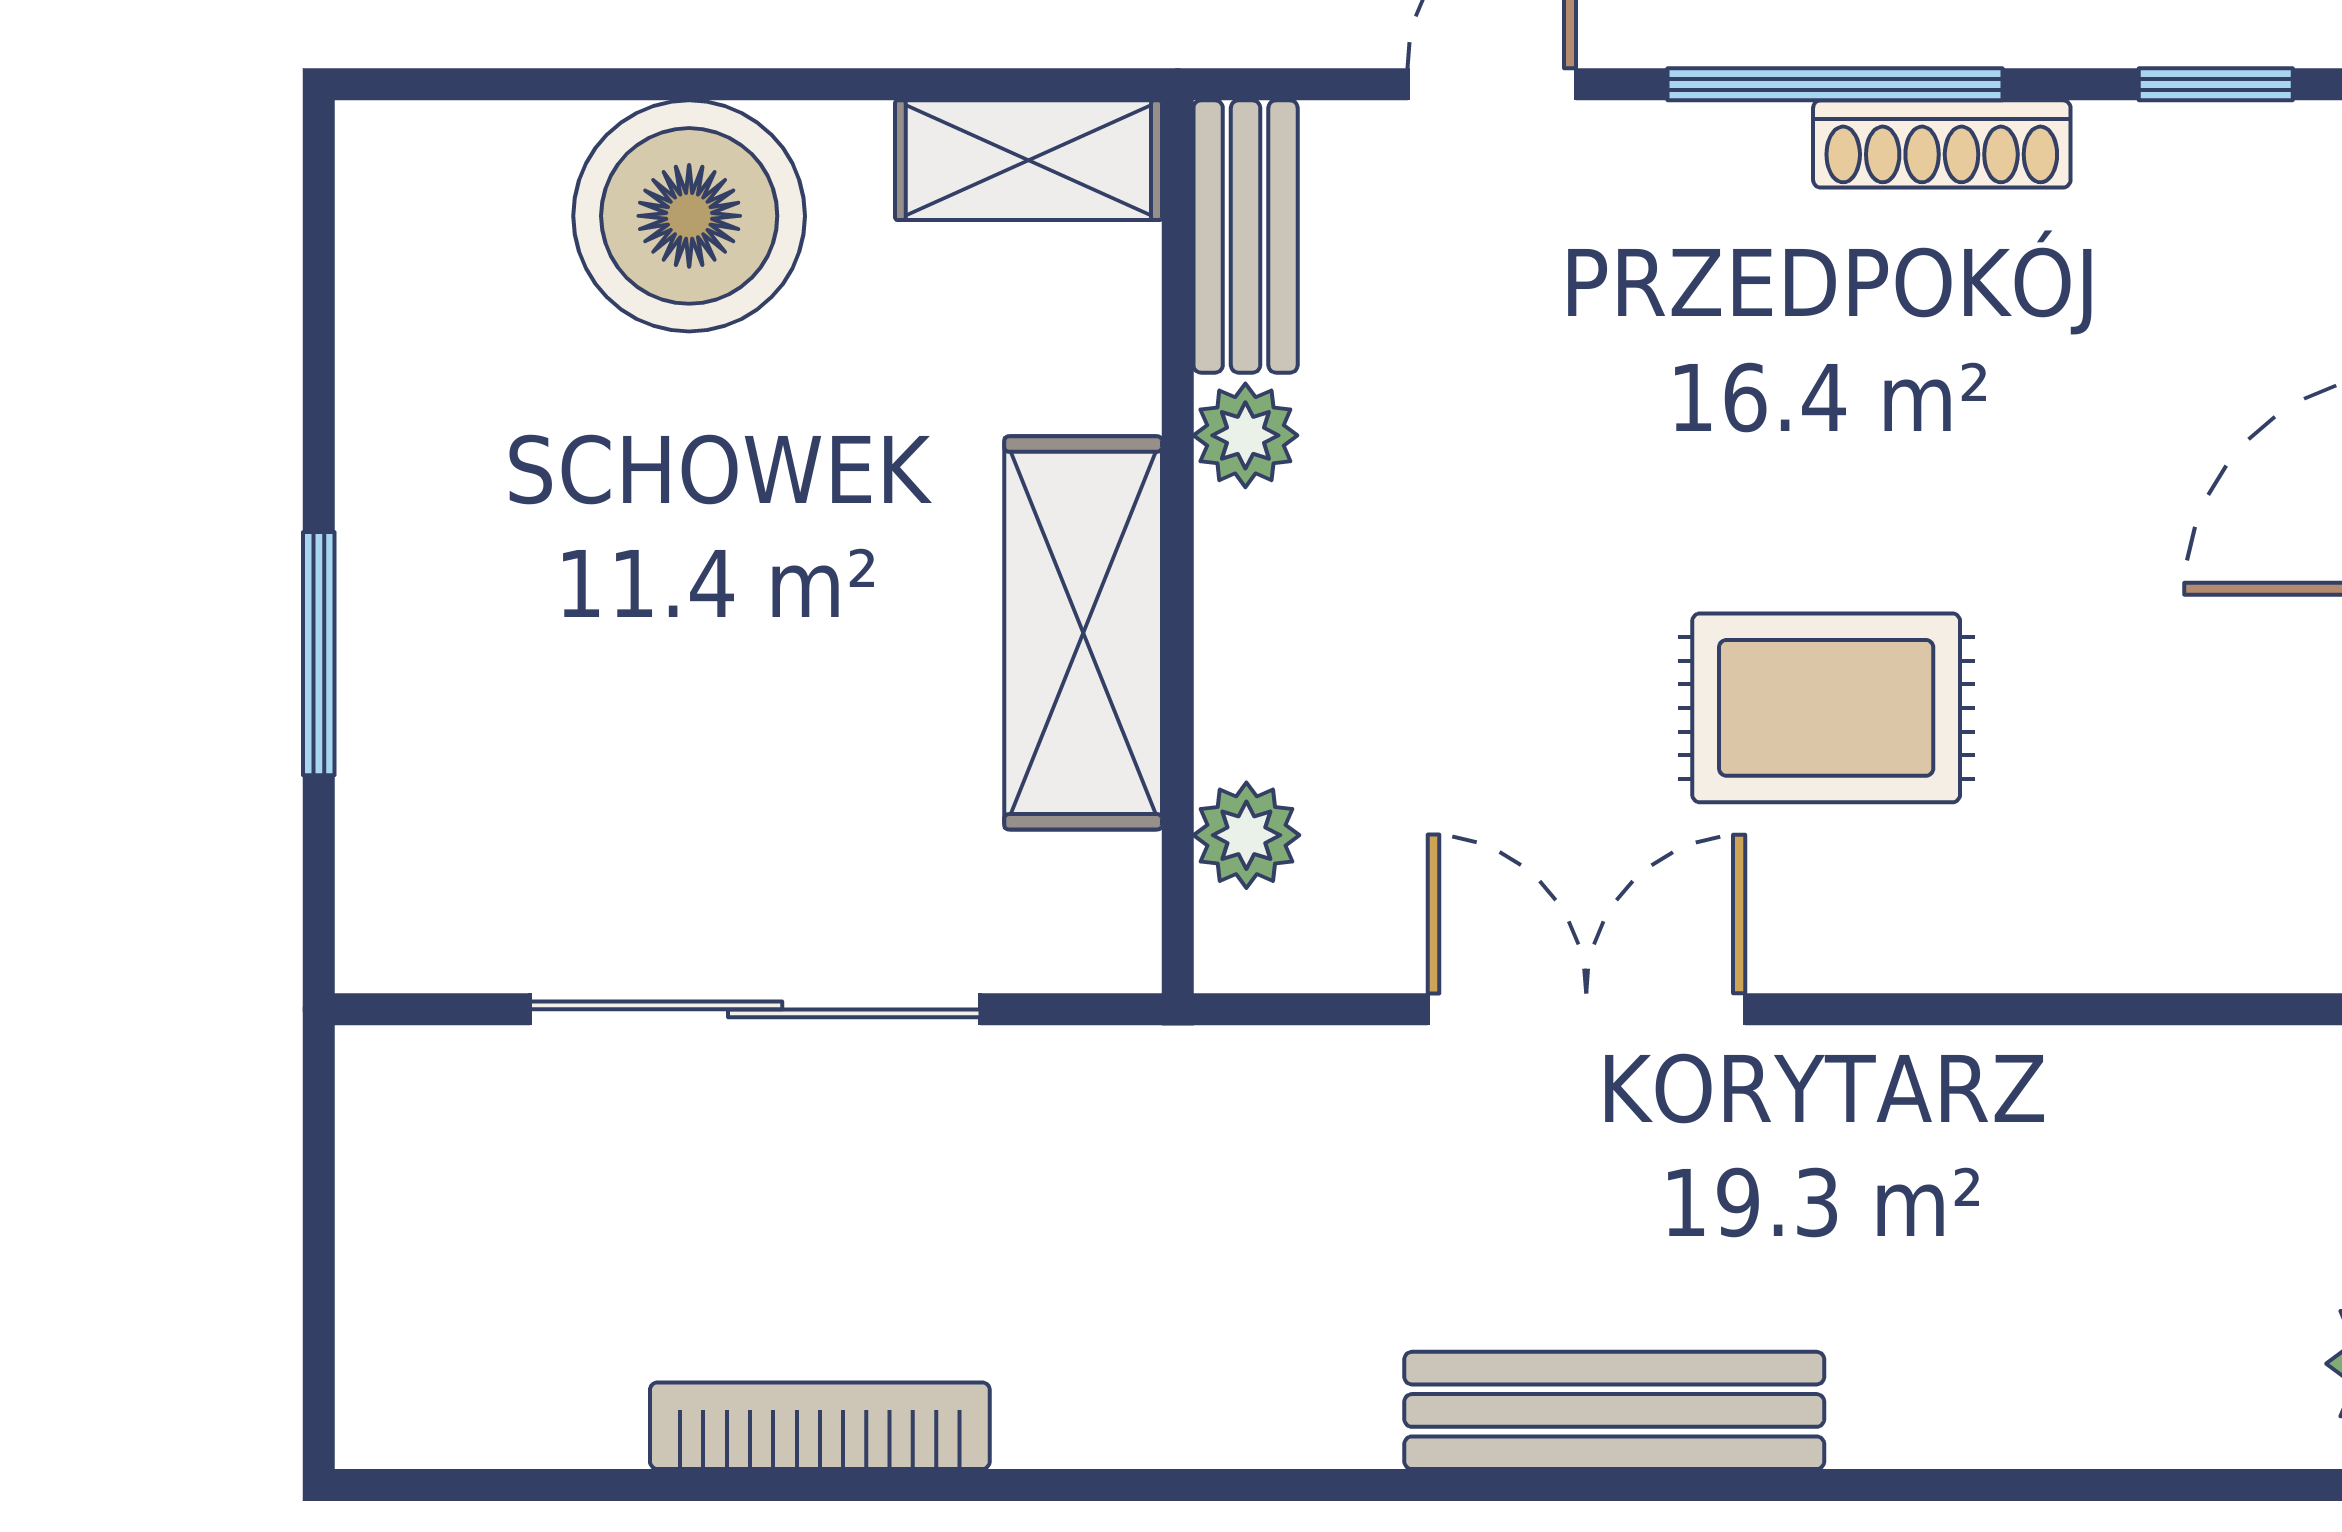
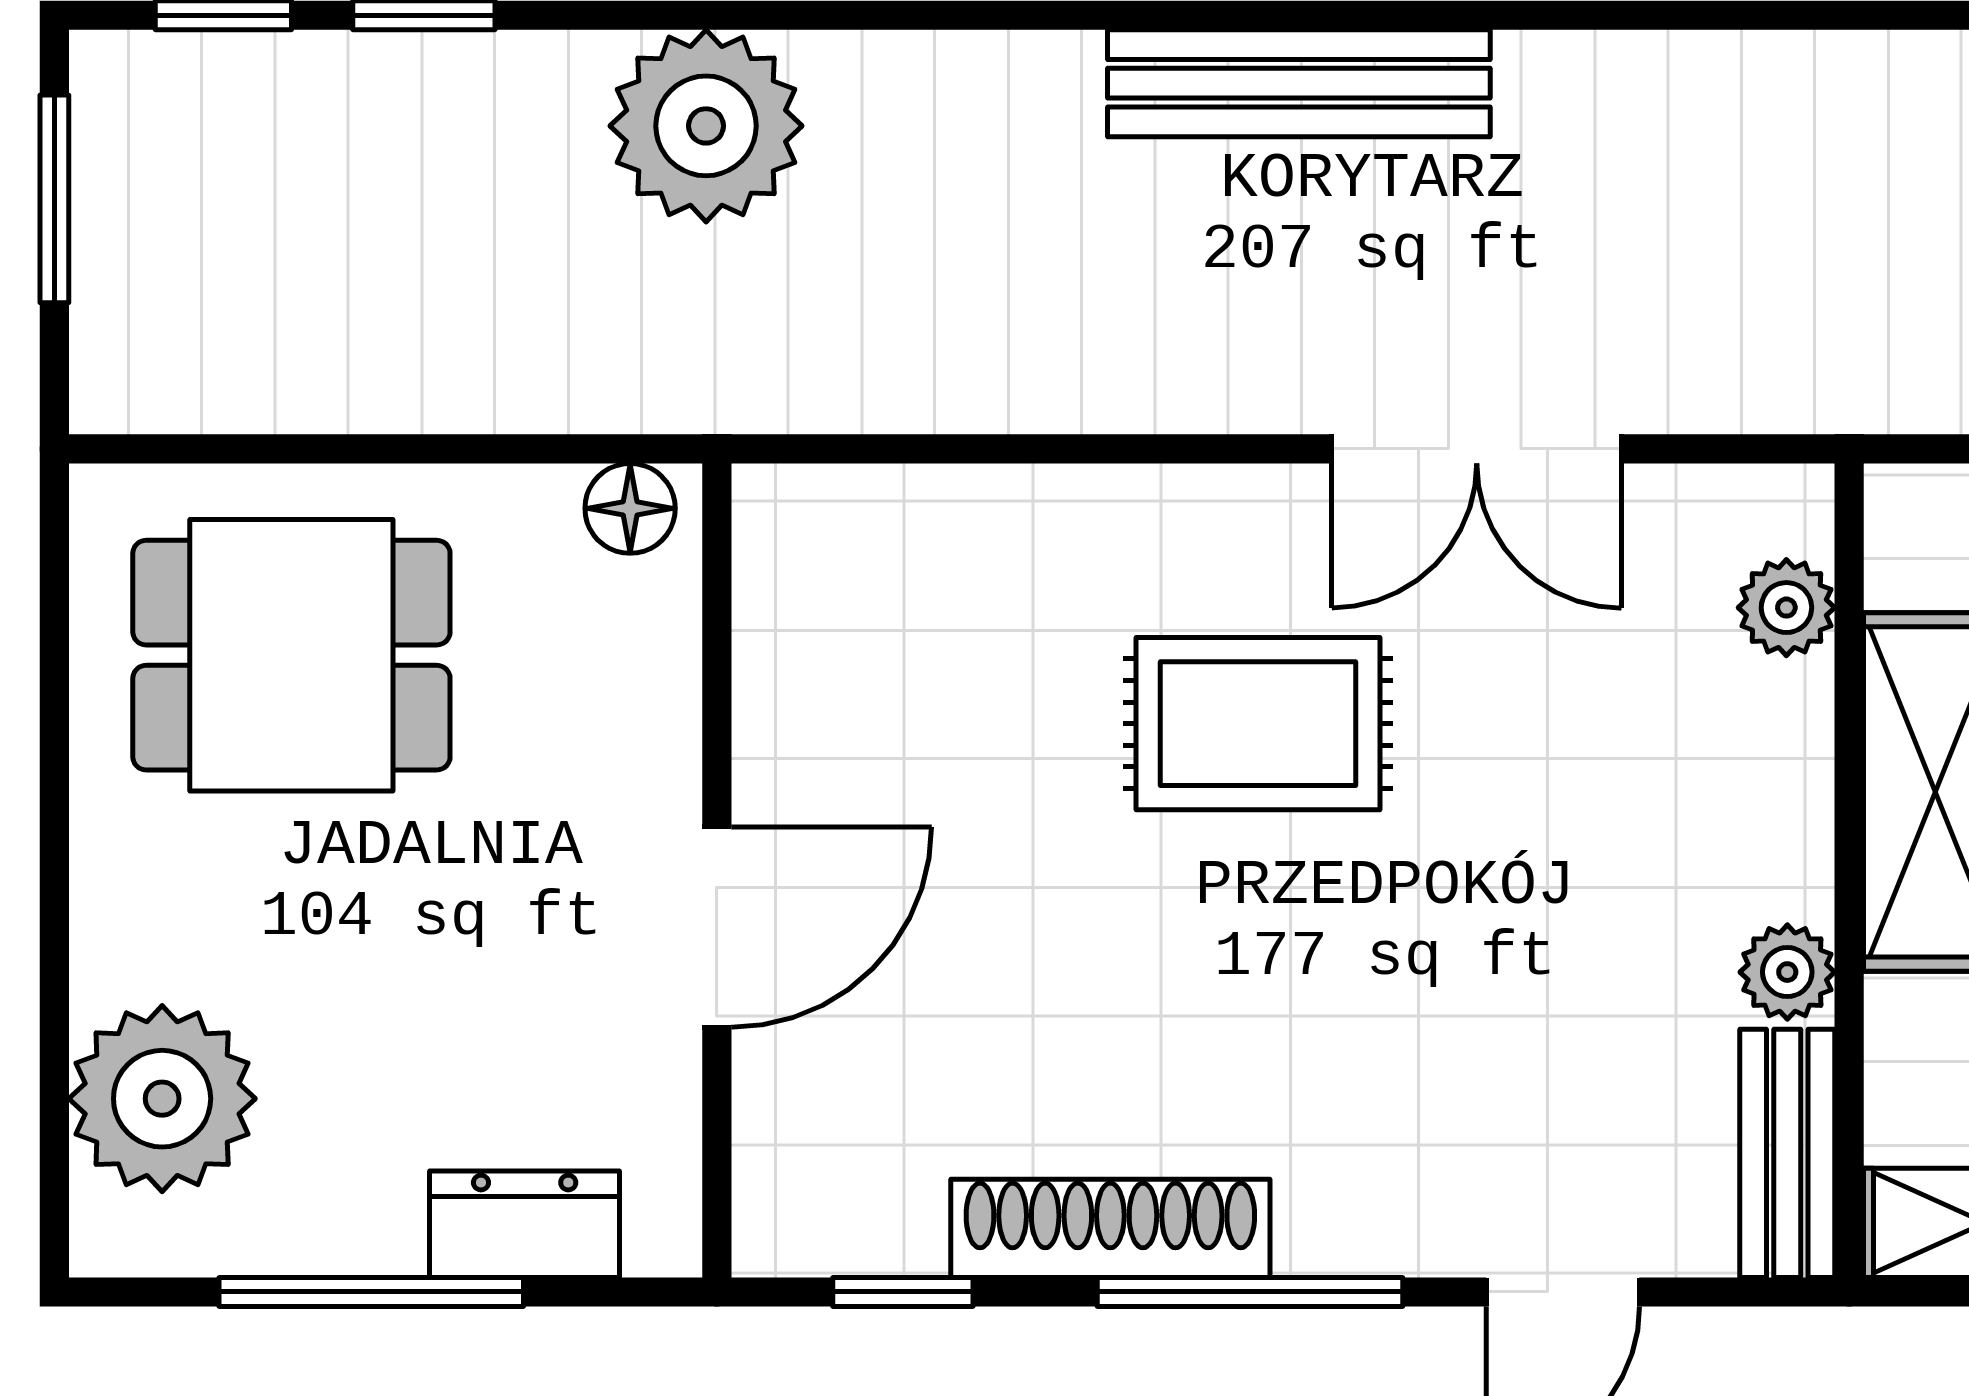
shoe rack: (1942, 144) -> (1110, 1228), width x1.36, depth x1.24
bench: (1614, 1410) -> (1299, 83), moved

